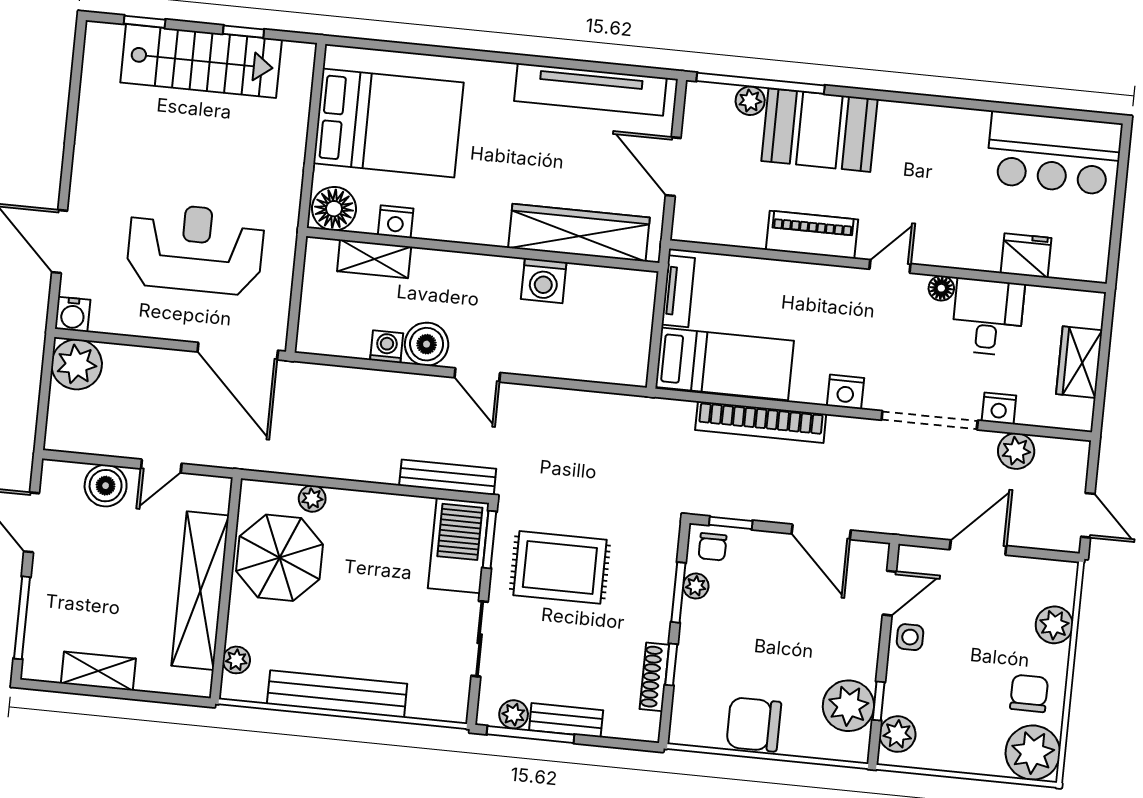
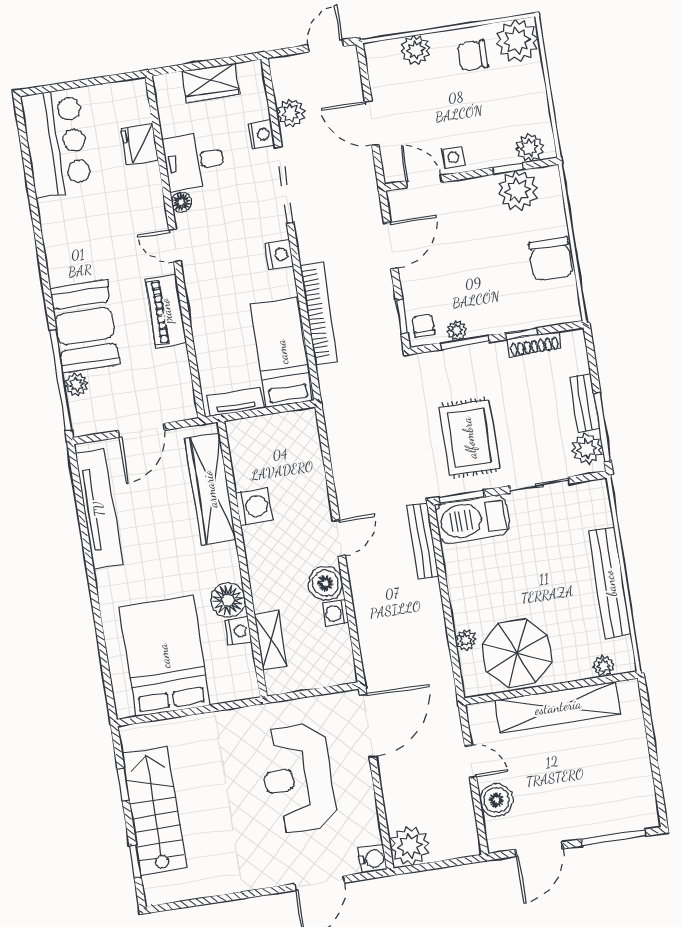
floor lamp: (334, 209) -> (228, 600), moved
chair: (713, 547) -> (423, 325), turned -90
shelving: (98, 671) -> (639, 769), removed
plant: (514, 714) -> (587, 449), width x1.38, depth x1.38

